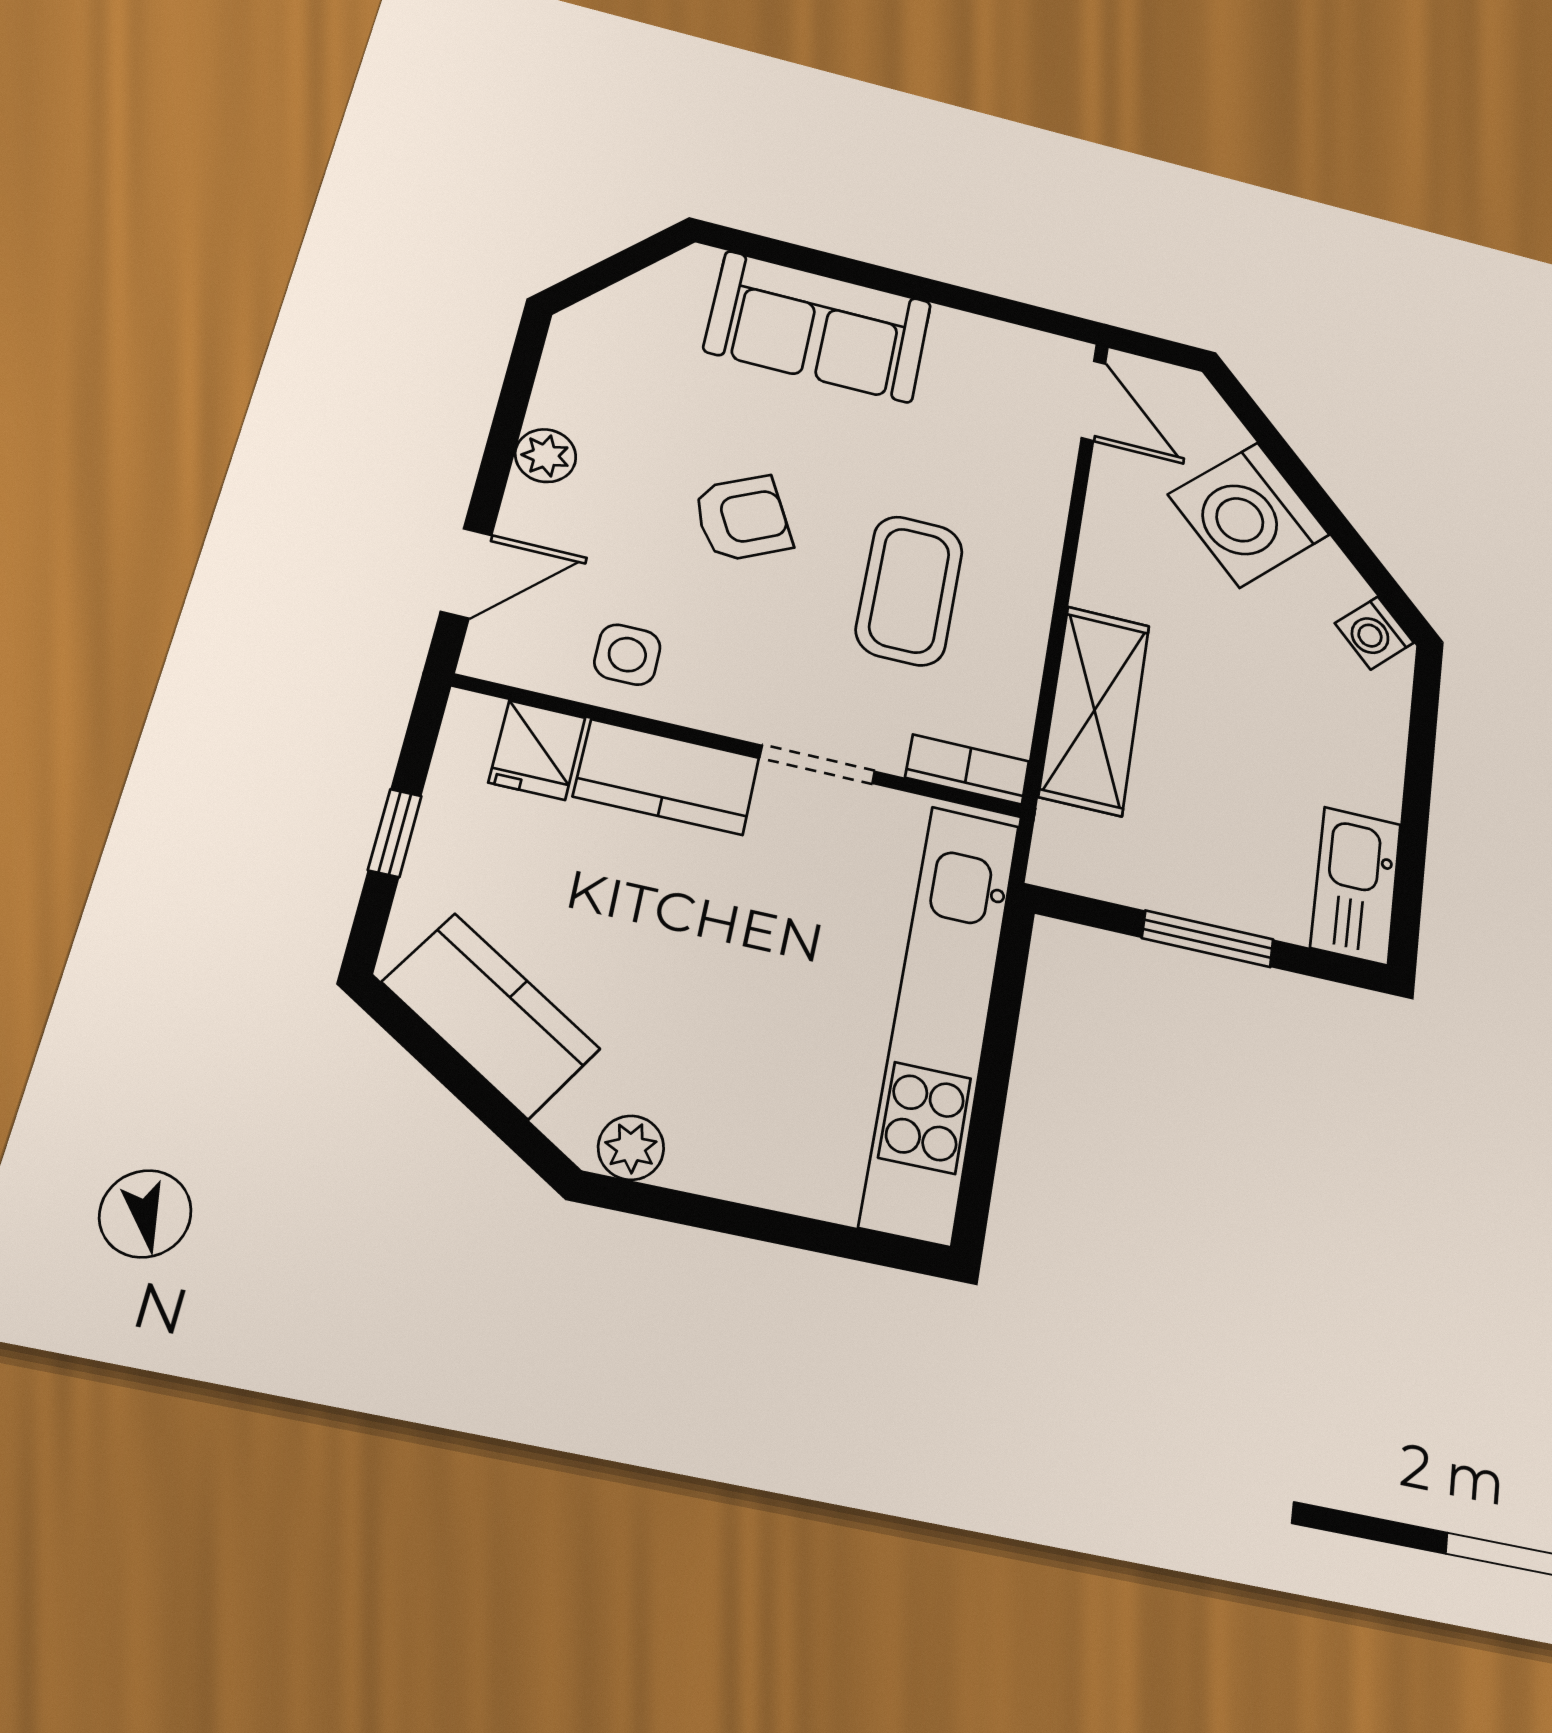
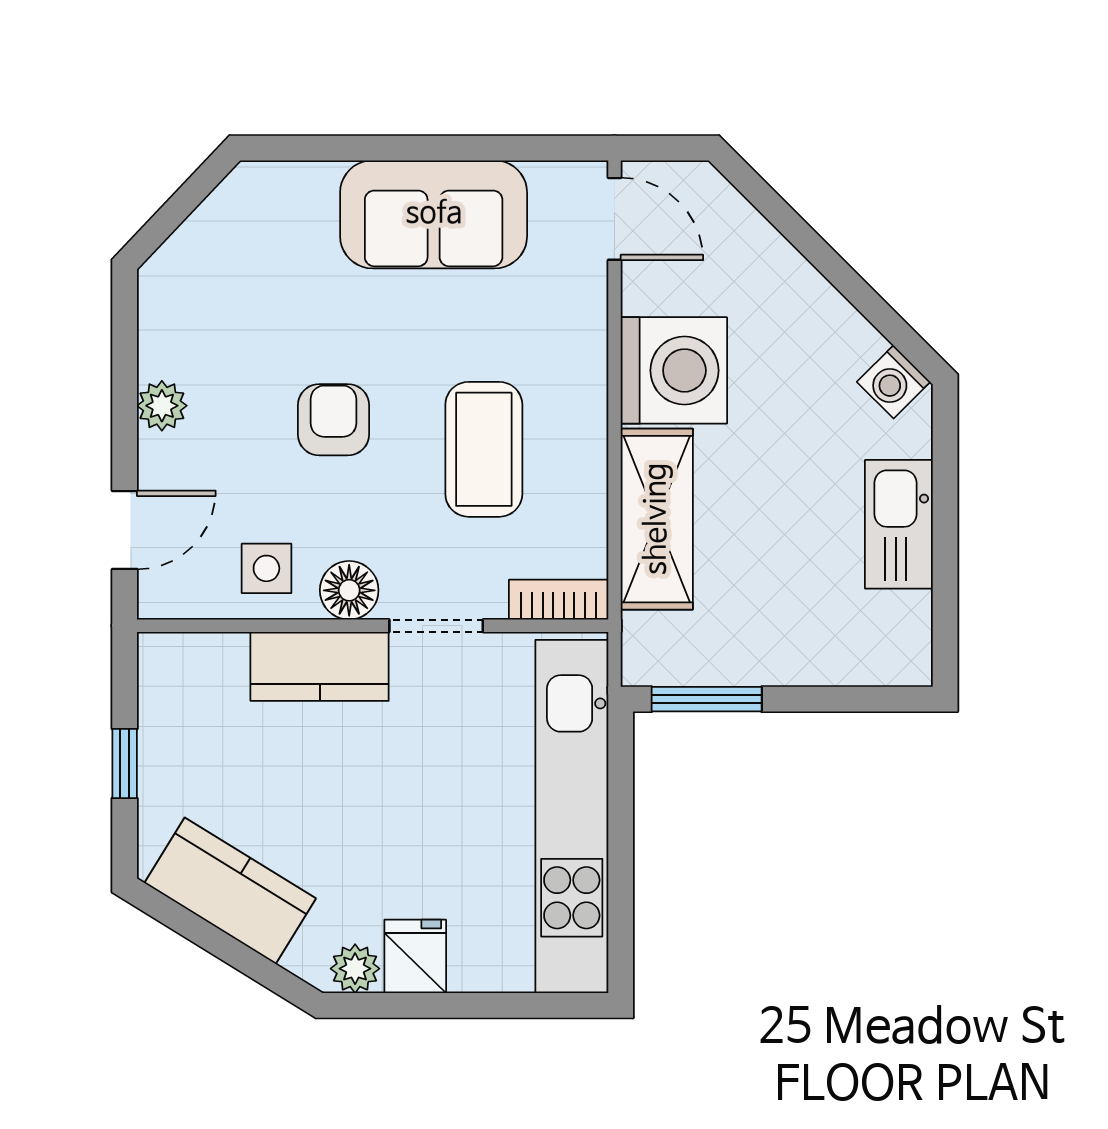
sofa: (818, 327) -> (434, 214), moved
washing machine: (1249, 515) -> (674, 370), moved, turned -135
armchair: (742, 518) -> (333, 420), turned -63
floor lamp: (721, 701) -> (349, 590), added
fridge: (537, 750) -> (415, 956), moved, turned 180
kitchen sink: (1356, 885) -> (899, 524), moved
window: (1208, 939) -> (707, 699), moved

